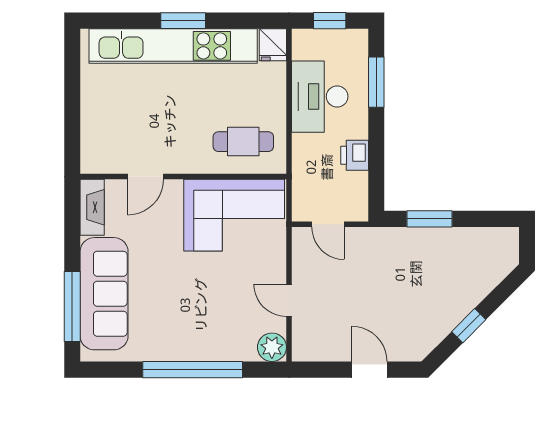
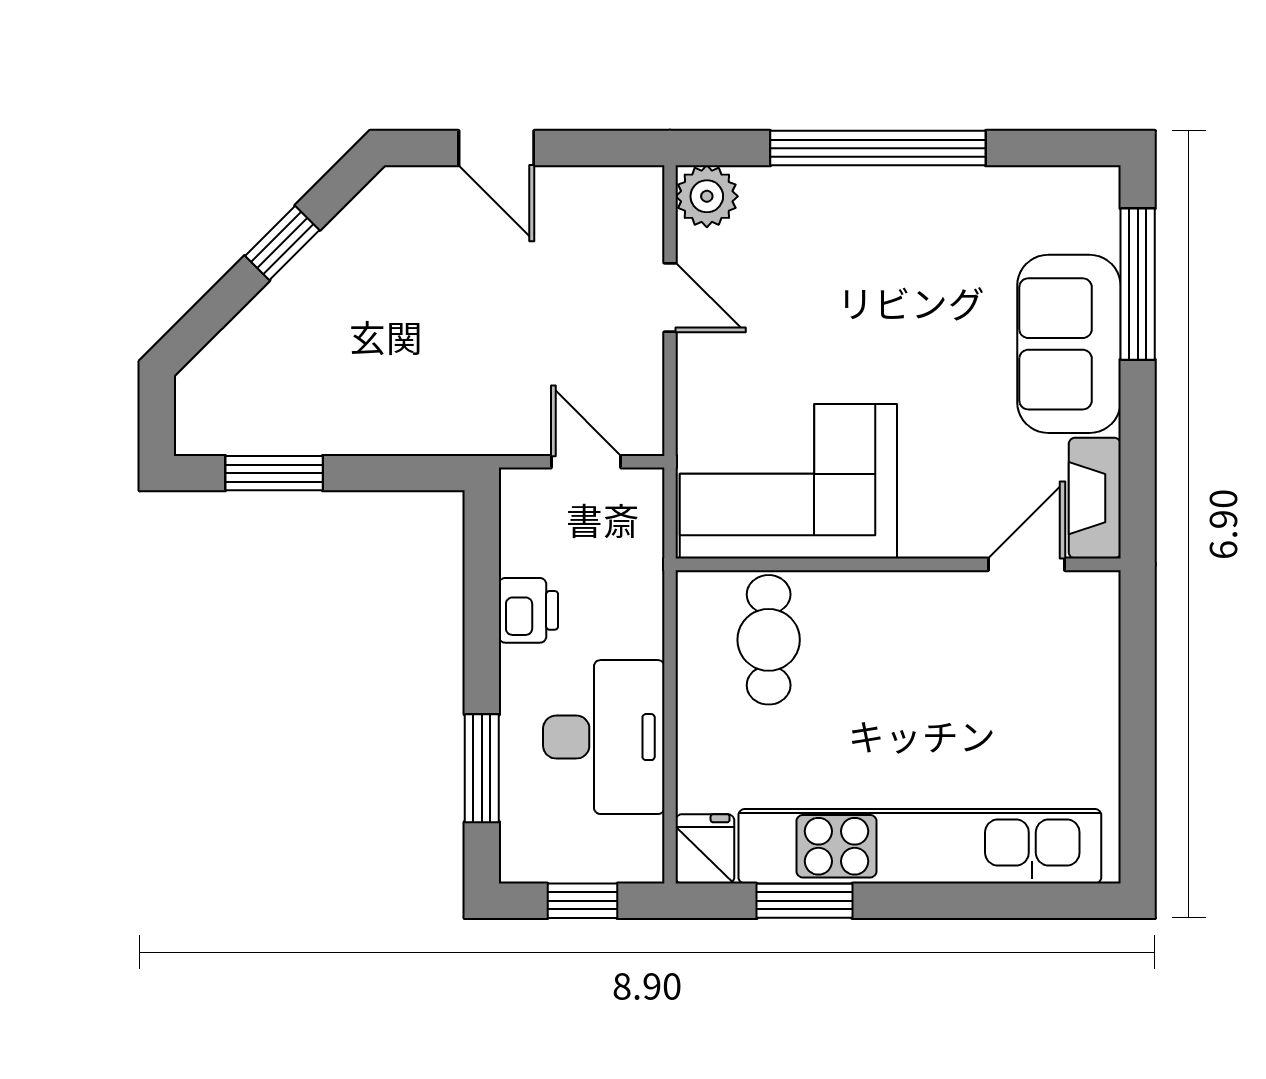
window: (183, 21) -> (805, 901), moved
cafe table: (243, 142) -> (769, 640), turned 90
door: (146, 177) -> (1026, 564), moved
window: (429, 219) -> (274, 473), moved
sofa: (104, 294) -> (1069, 344), width x0.73

